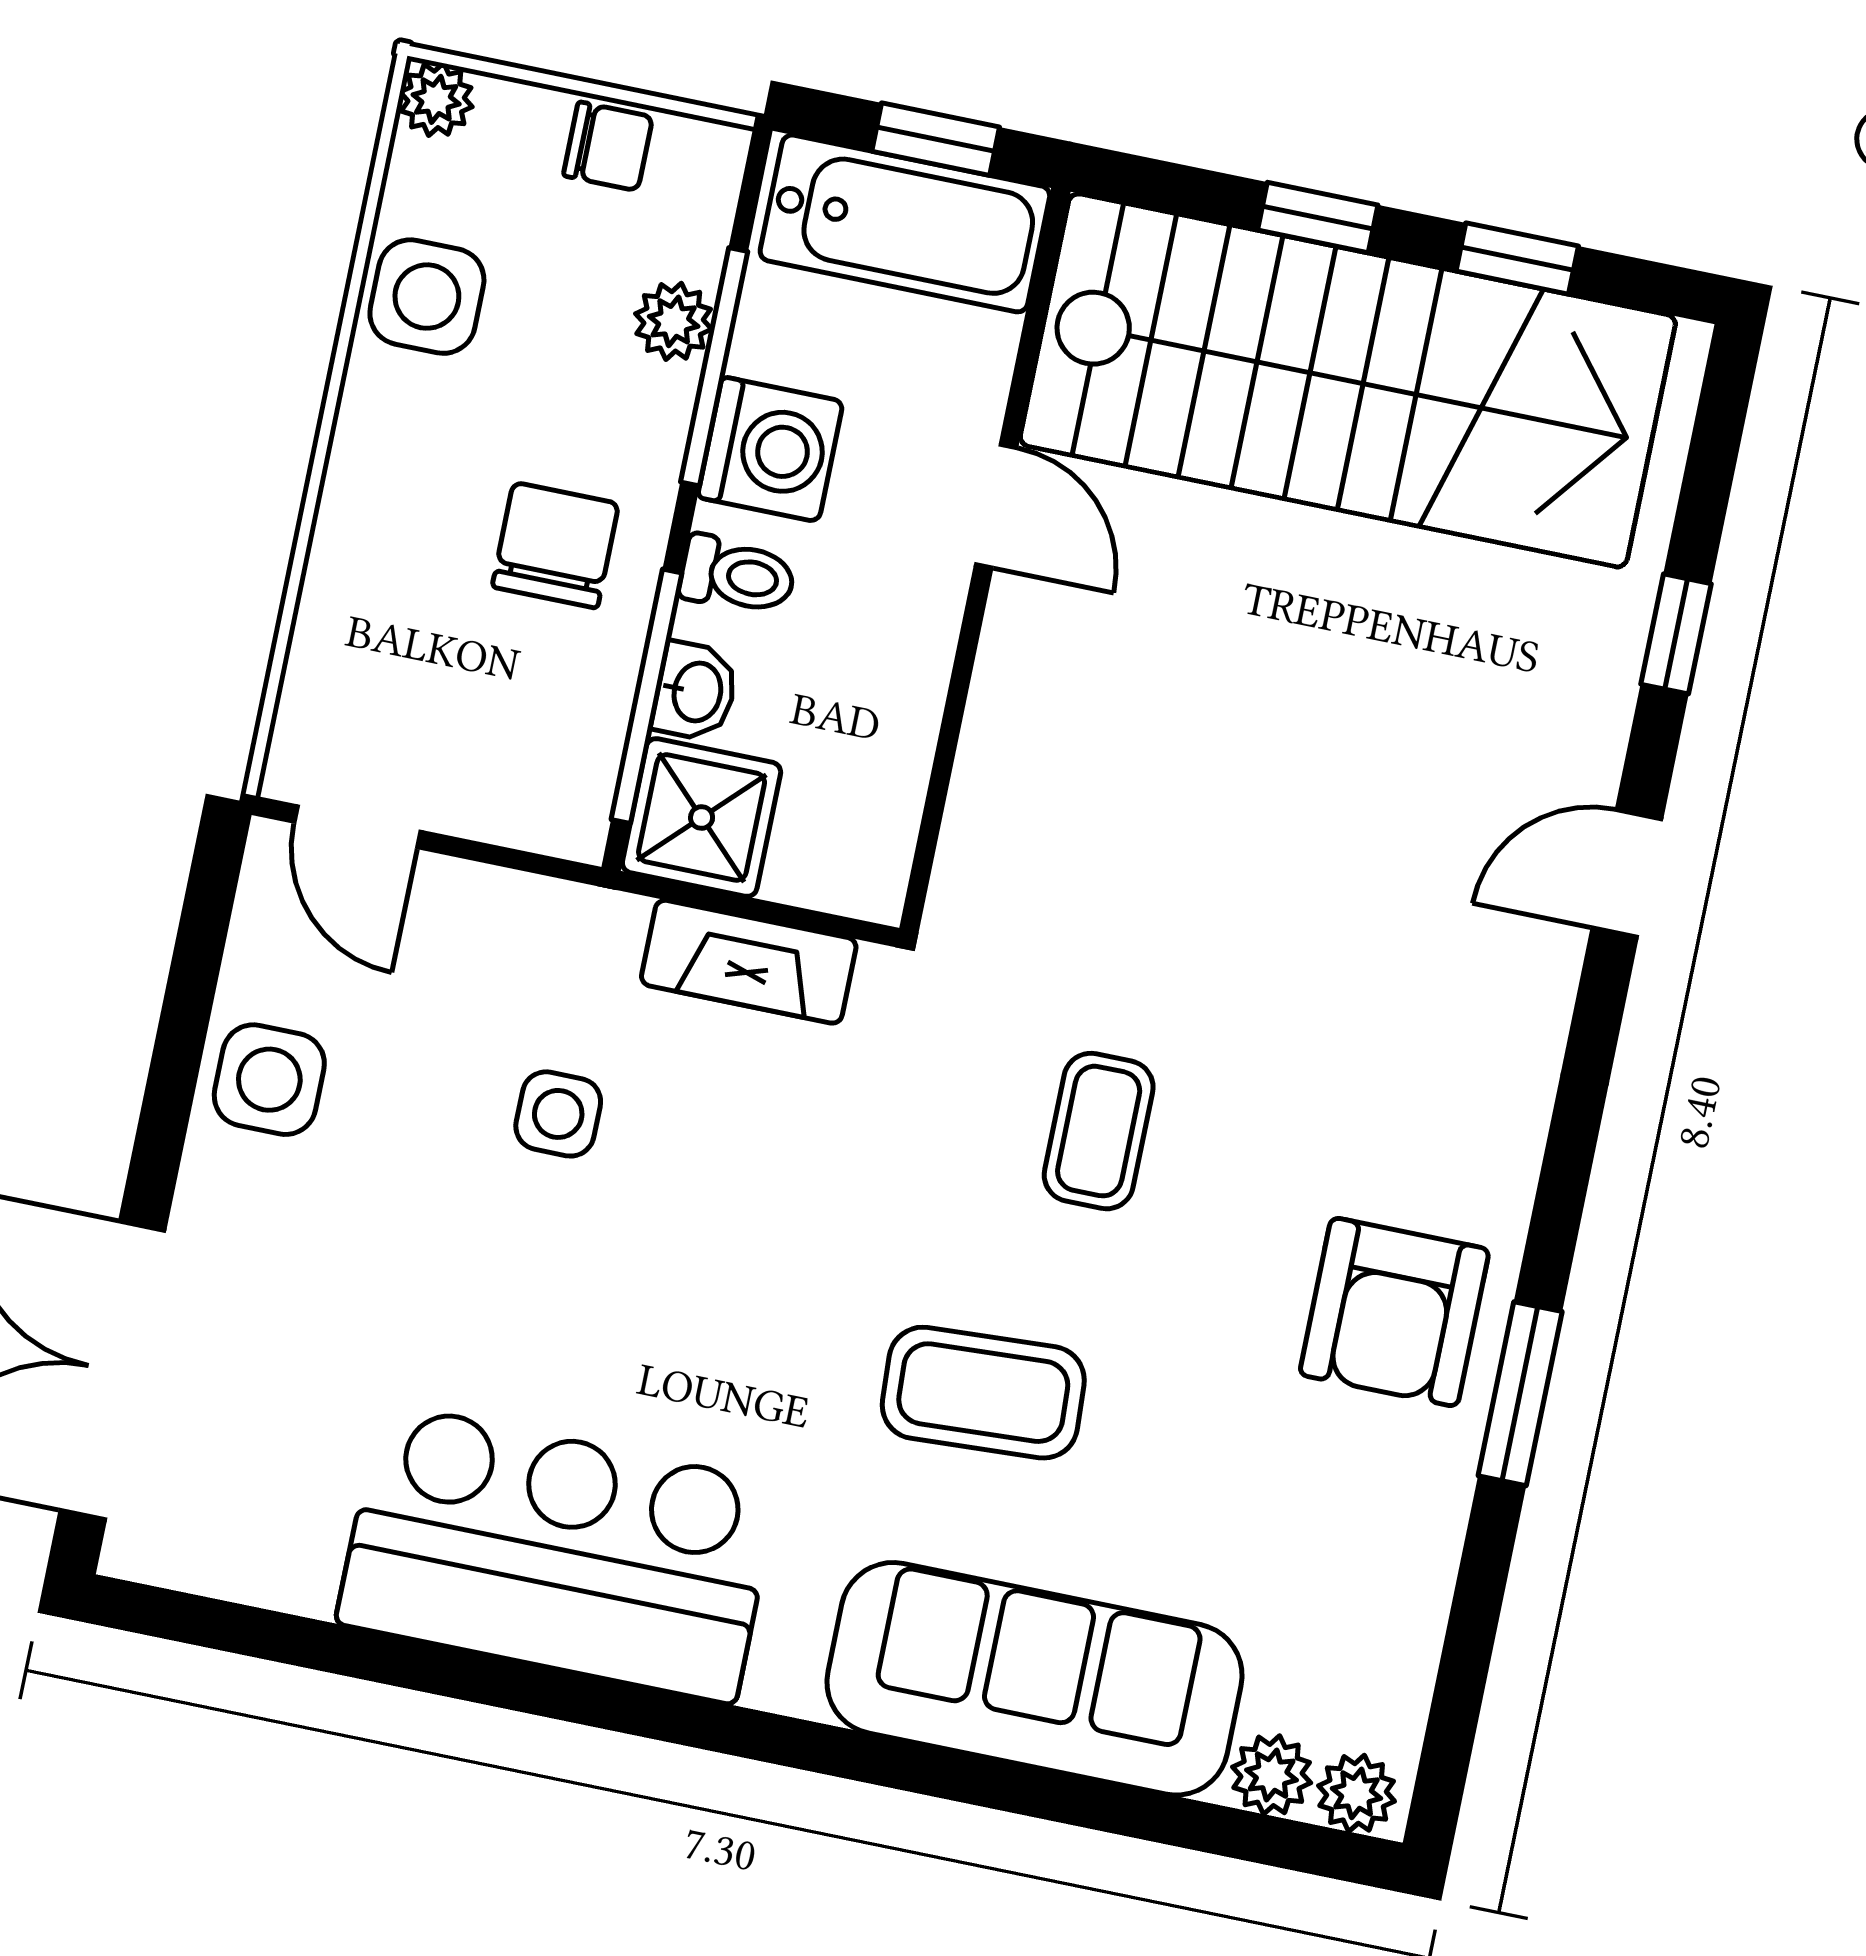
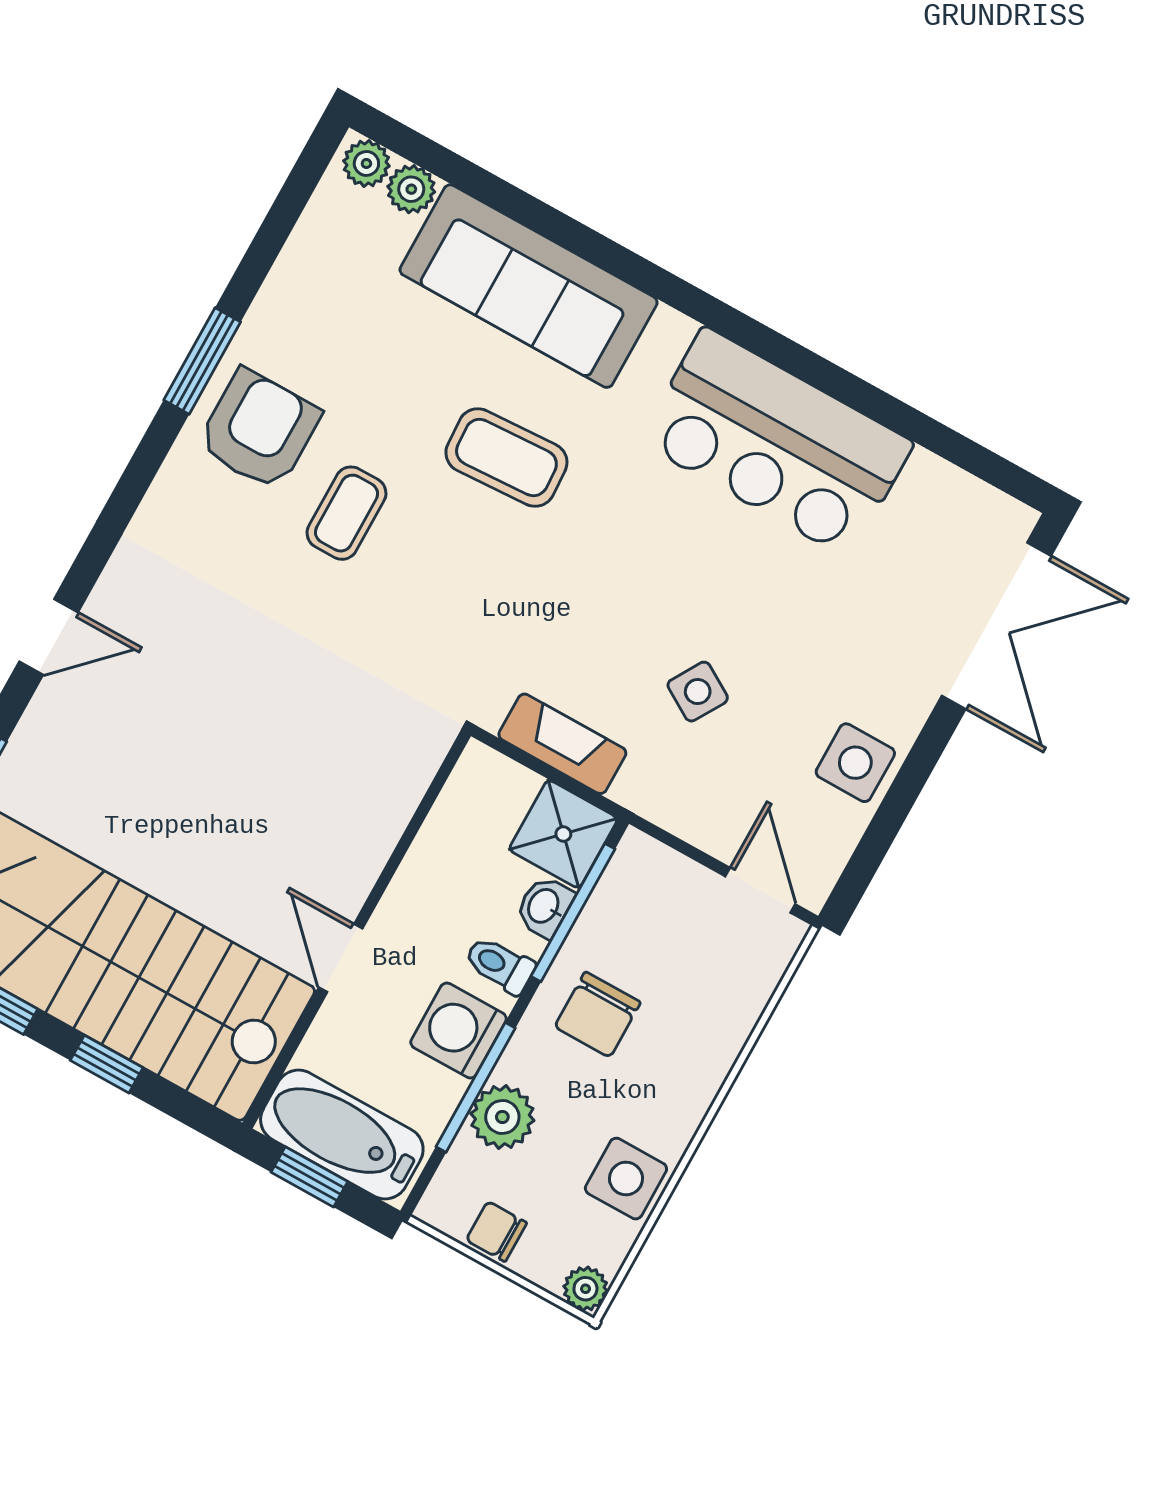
plant: (674, 321) -> (502, 1117), width x1.38, depth x1.38
side table: (558, 1114) -> (698, 692), turned 31
coffee table: (1099, 1131) -> (346, 513), moved

